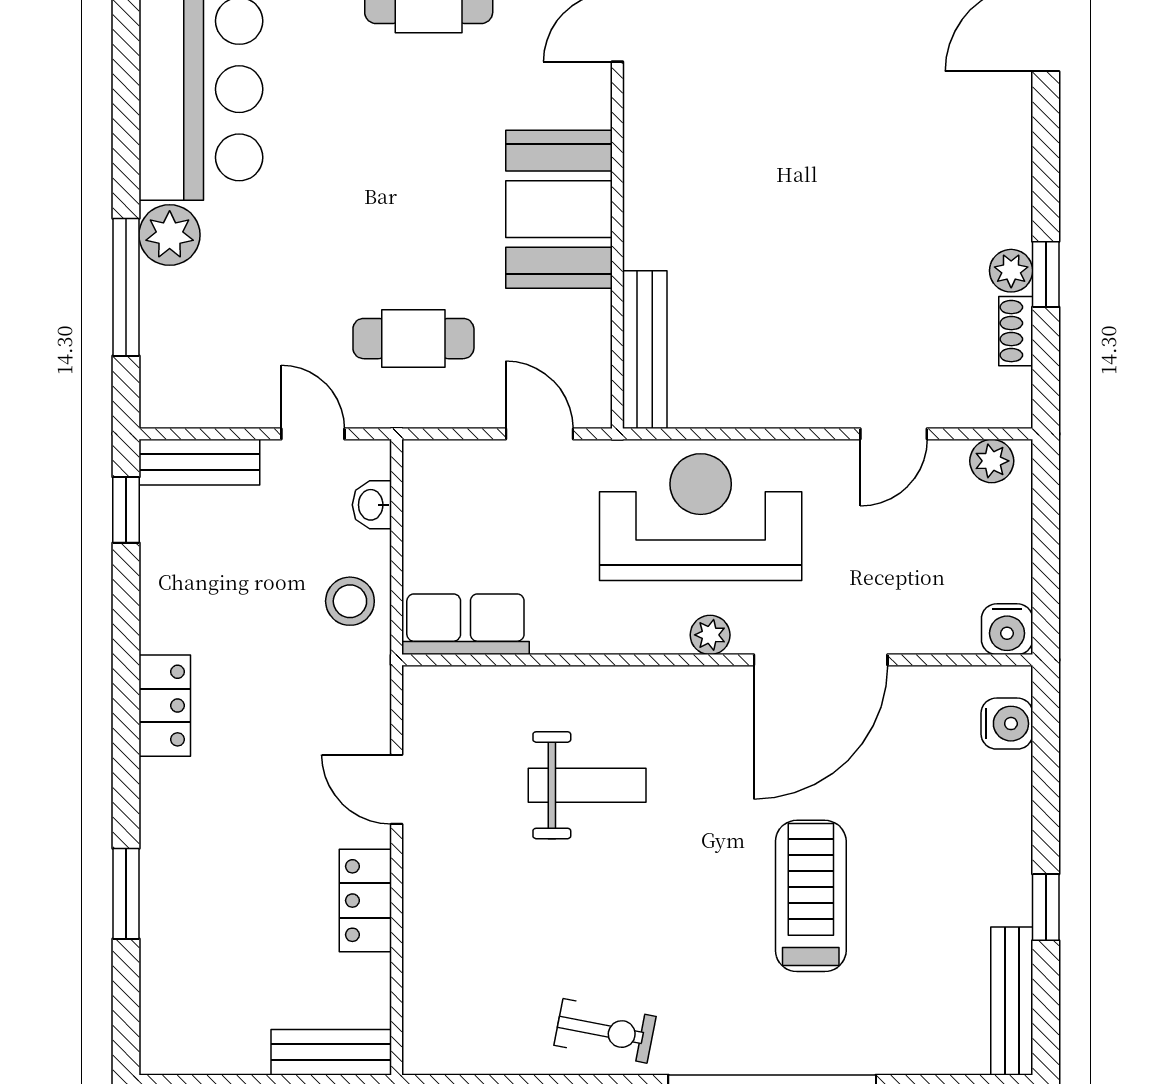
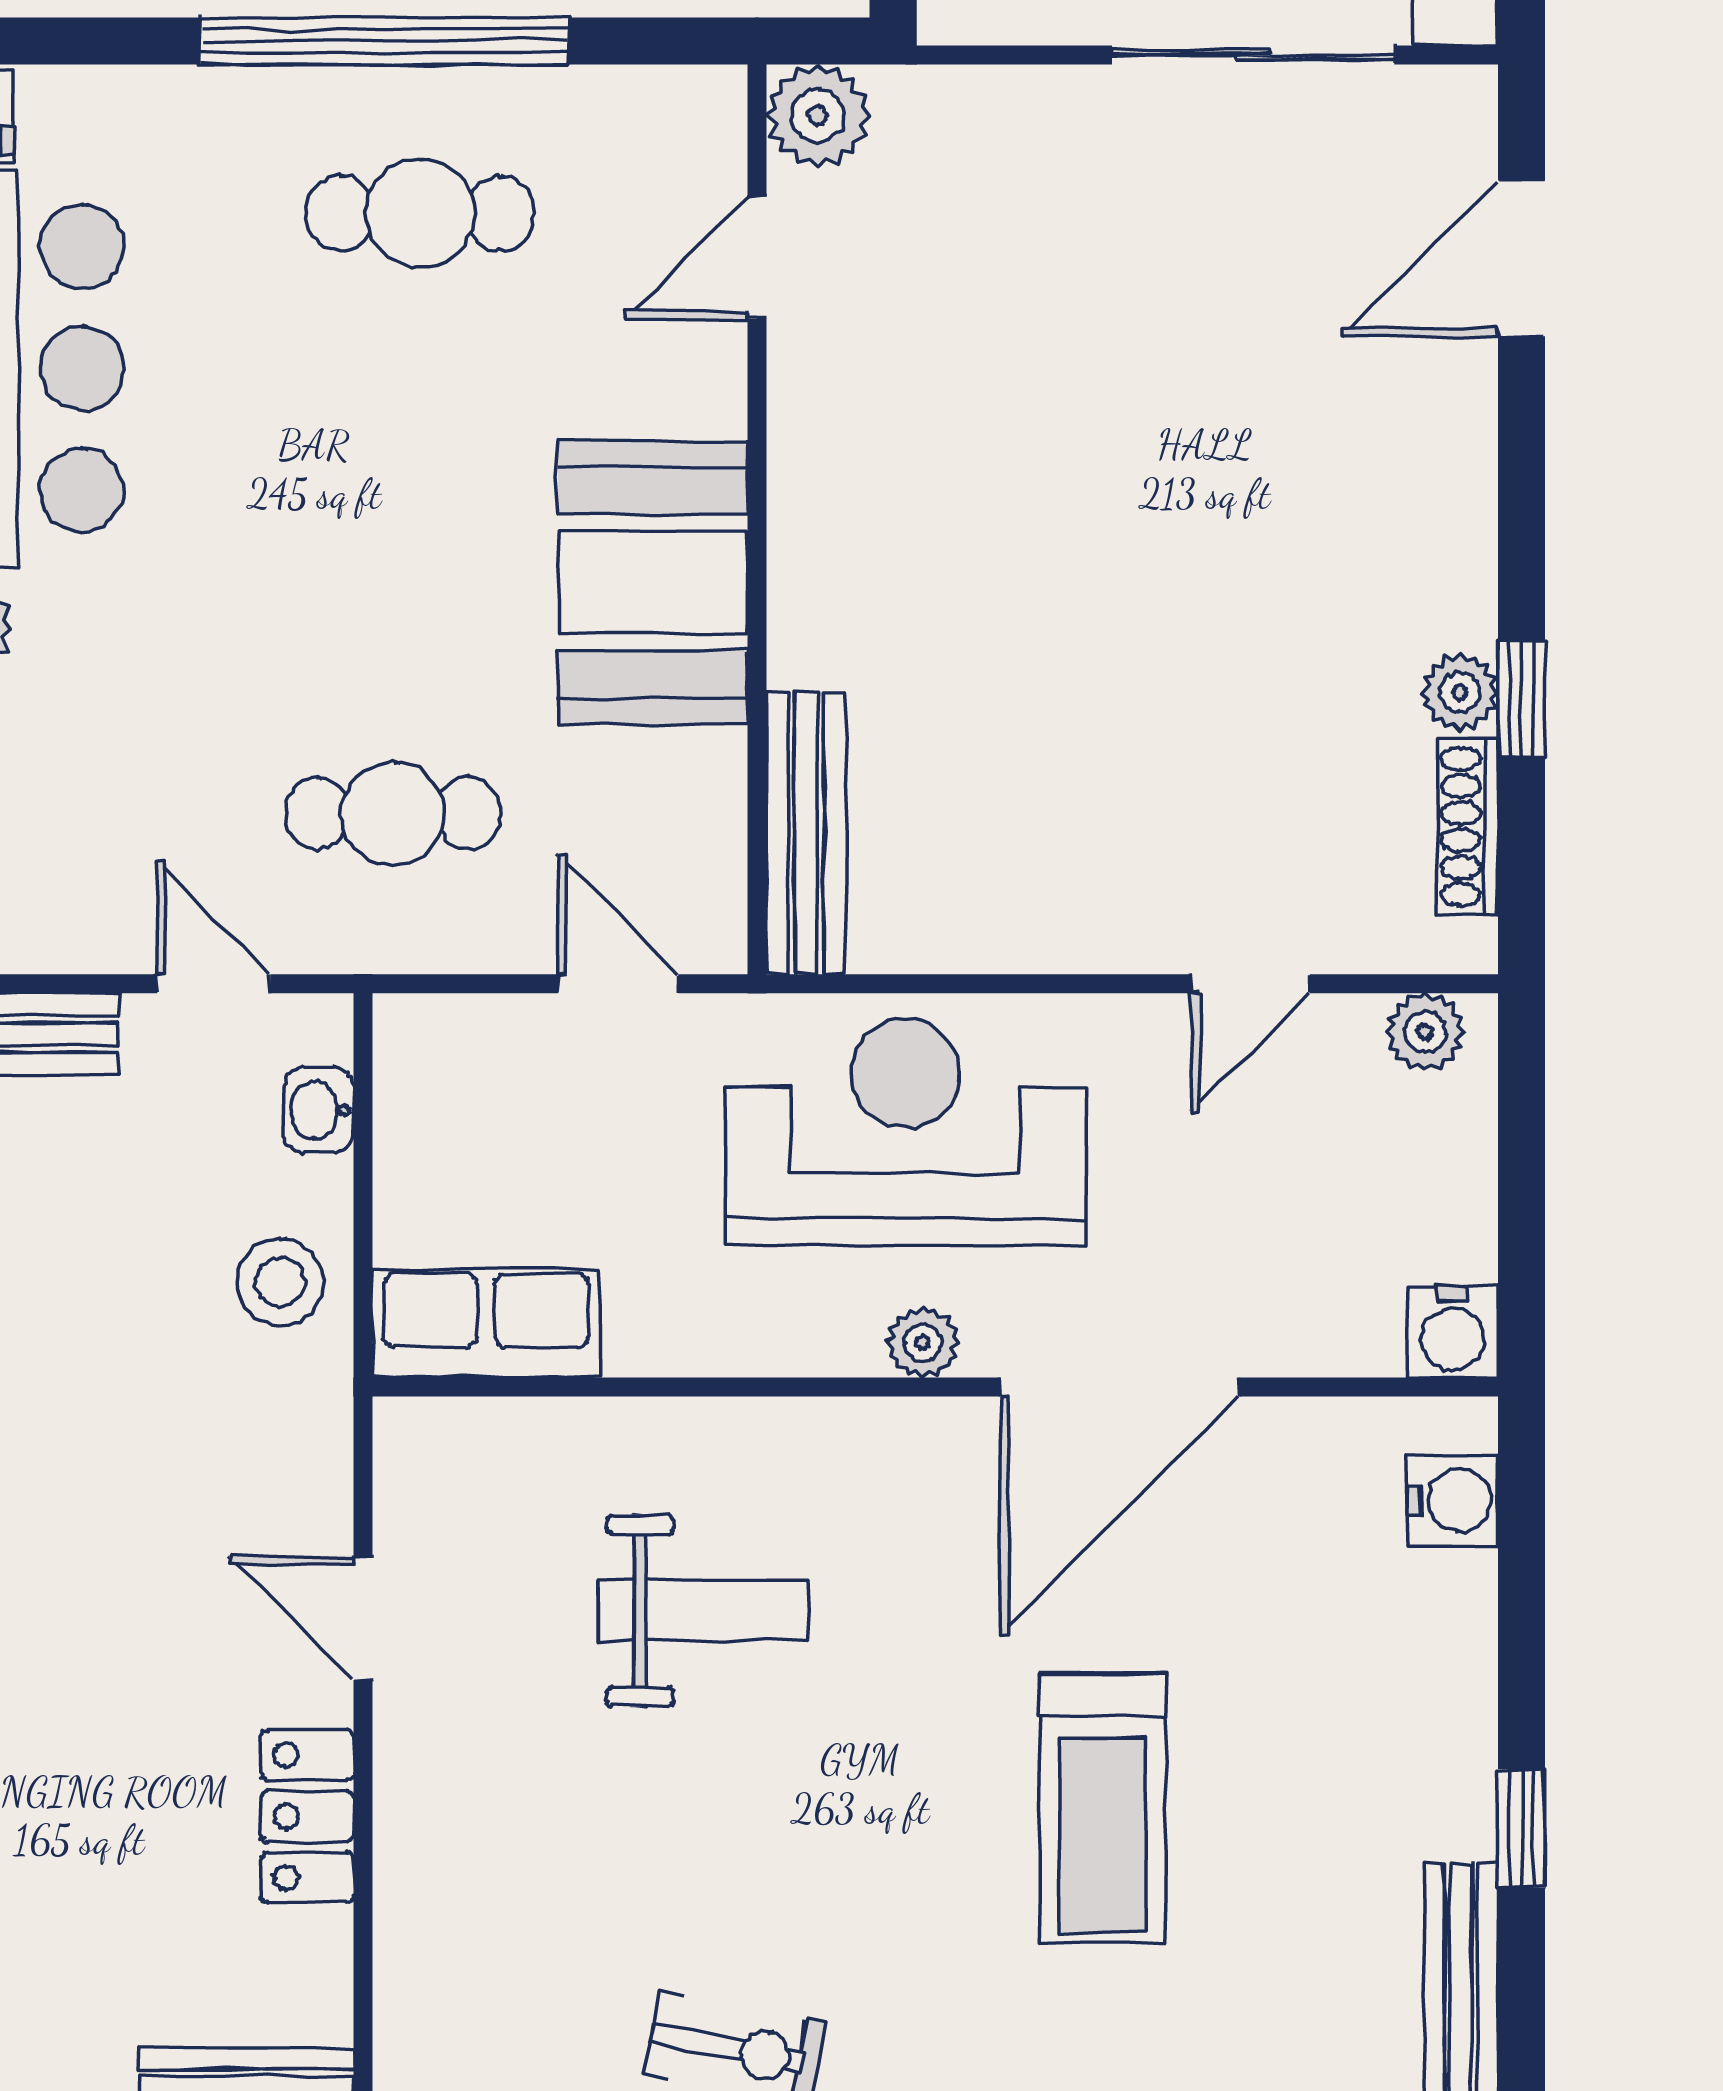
shoe rack: (1016, 331) -> (1468, 827), width x1.43
treadmill: (811, 896) -> (1102, 1808), turned 180

